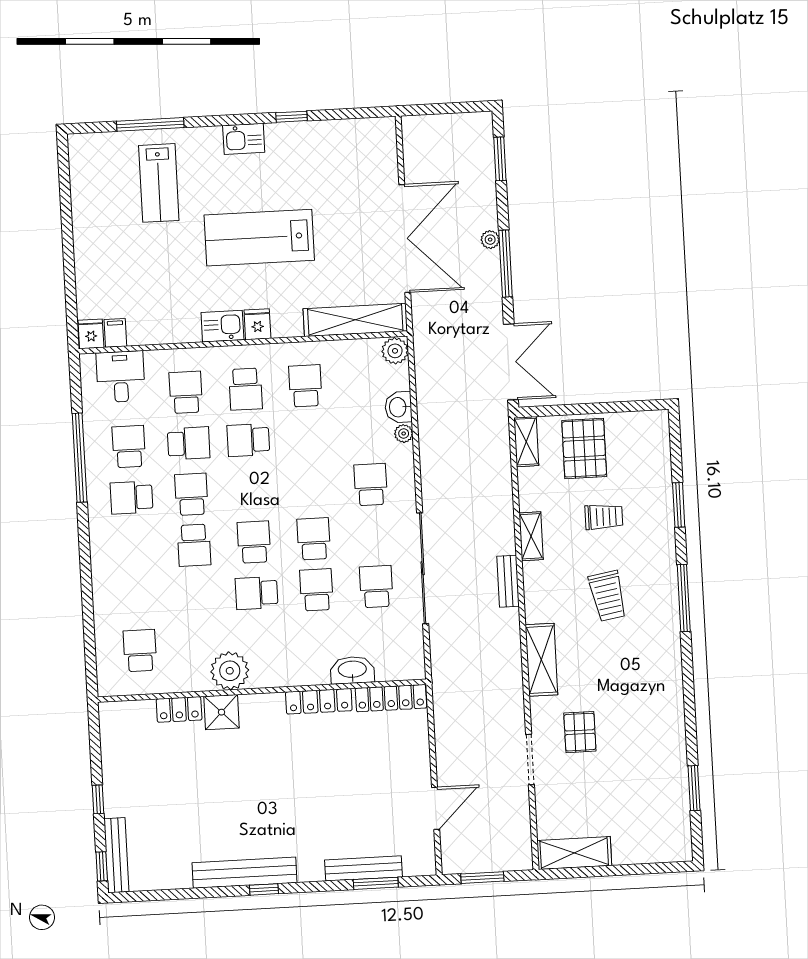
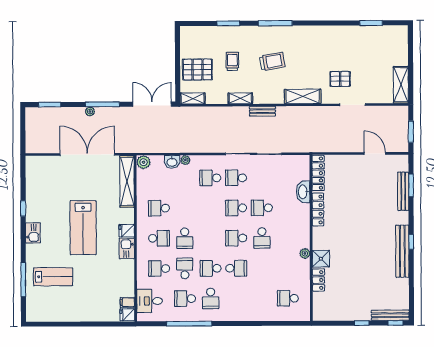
school desk: (376, 587) -> (236, 178), moved
plant: (230, 671) -> (305, 253), width x0.53, depth x0.53

